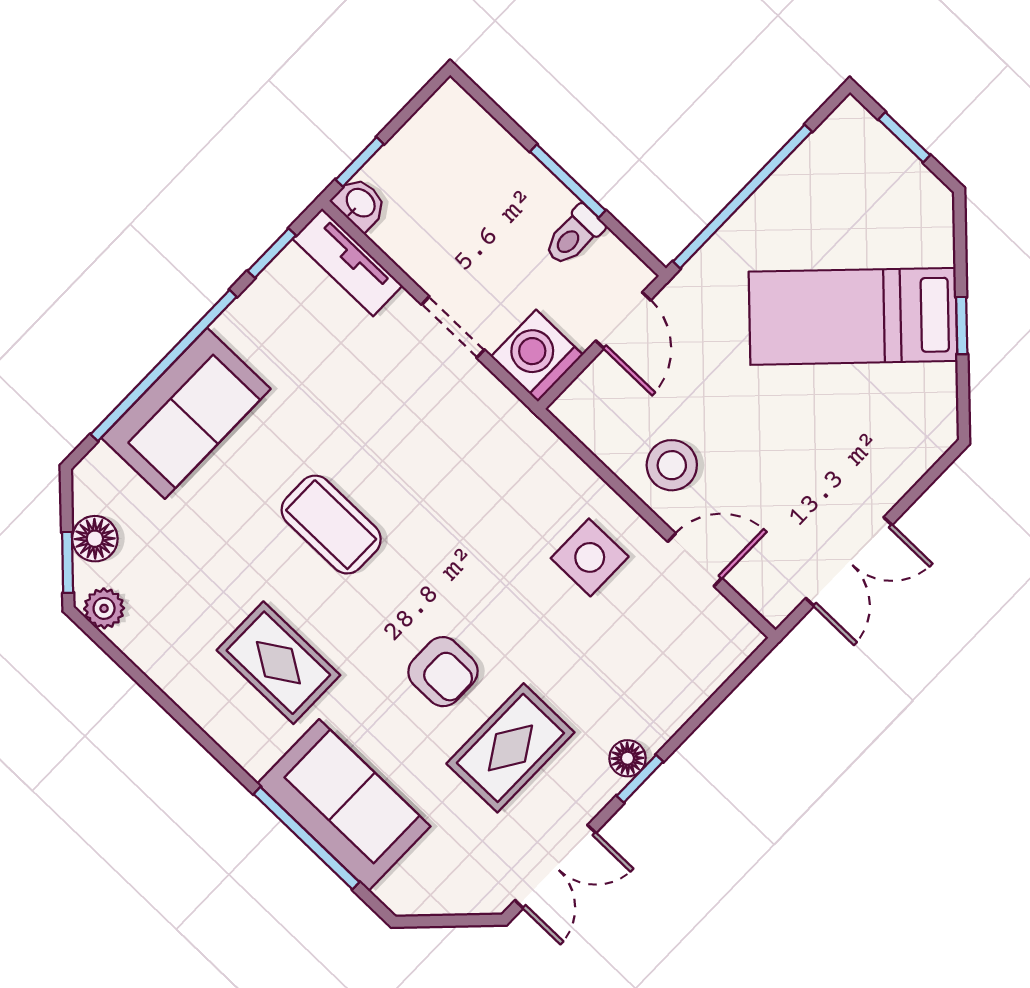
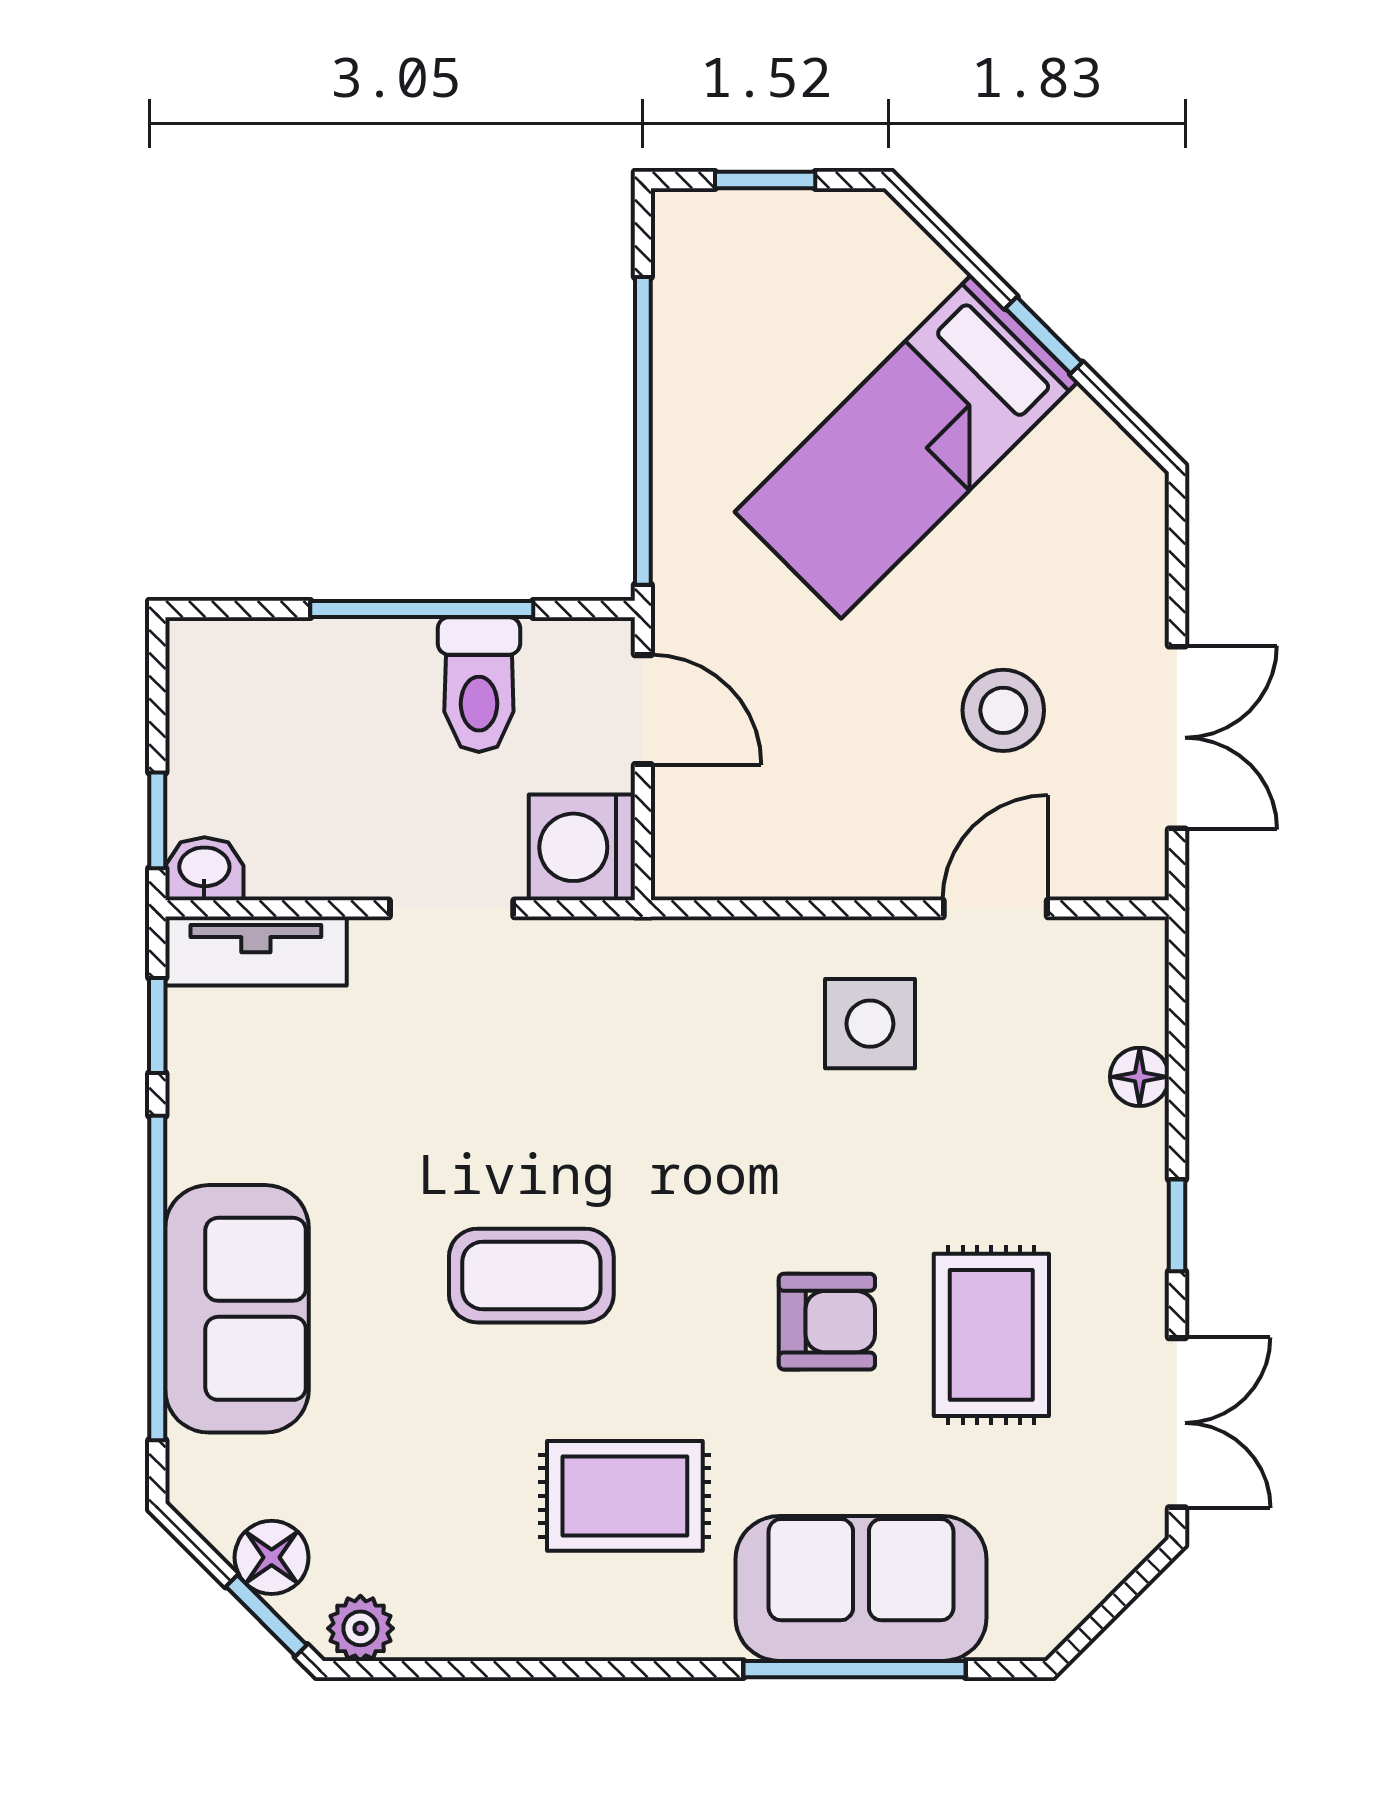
window: (568, 181) -> (422, 609), width x1.44
toilet: (574, 236) -> (479, 685), width x1.37, depth x1.39
stool: (672, 465) -> (1003, 710), moved
floor lamp: (627, 758) -> (1140, 1077), moved

